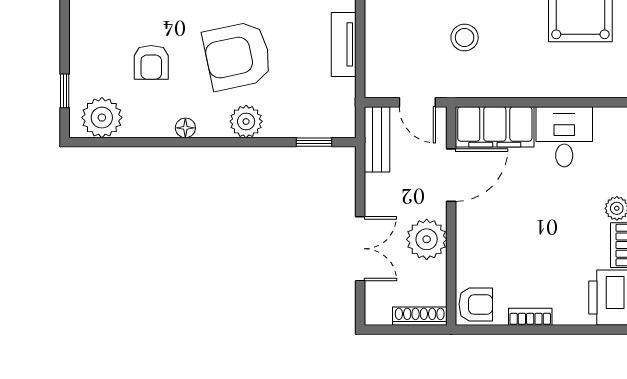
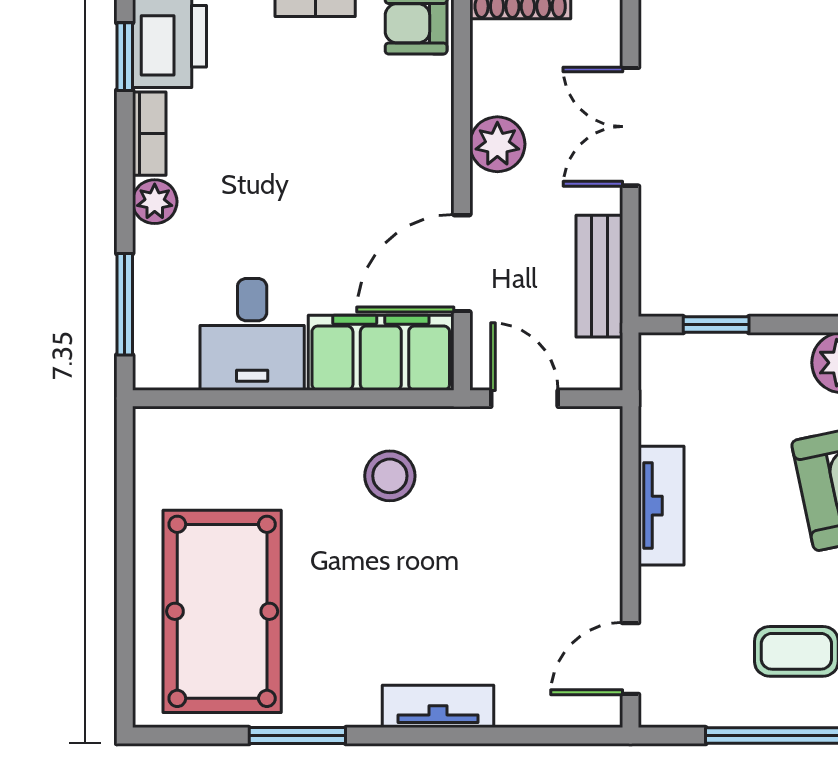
stool: (465, 38) -> (390, 476), moved
bench: (377, 139) -> (599, 276), moved
plant: (427, 239) -> (497, 144), width x0.73, depth x0.73

